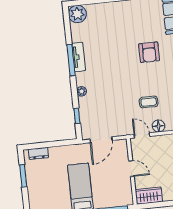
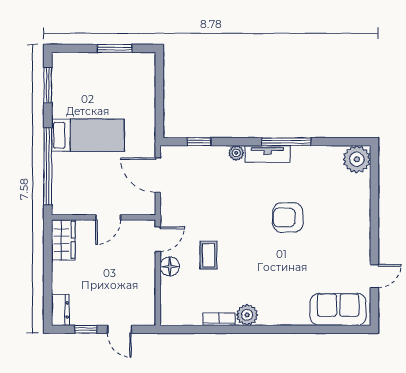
armchair: (149, 52) -> (288, 218), moved
tv unit: (79, 57) -> (268, 154), moved
dresser: (38, 153) -> (147, 76), removed

